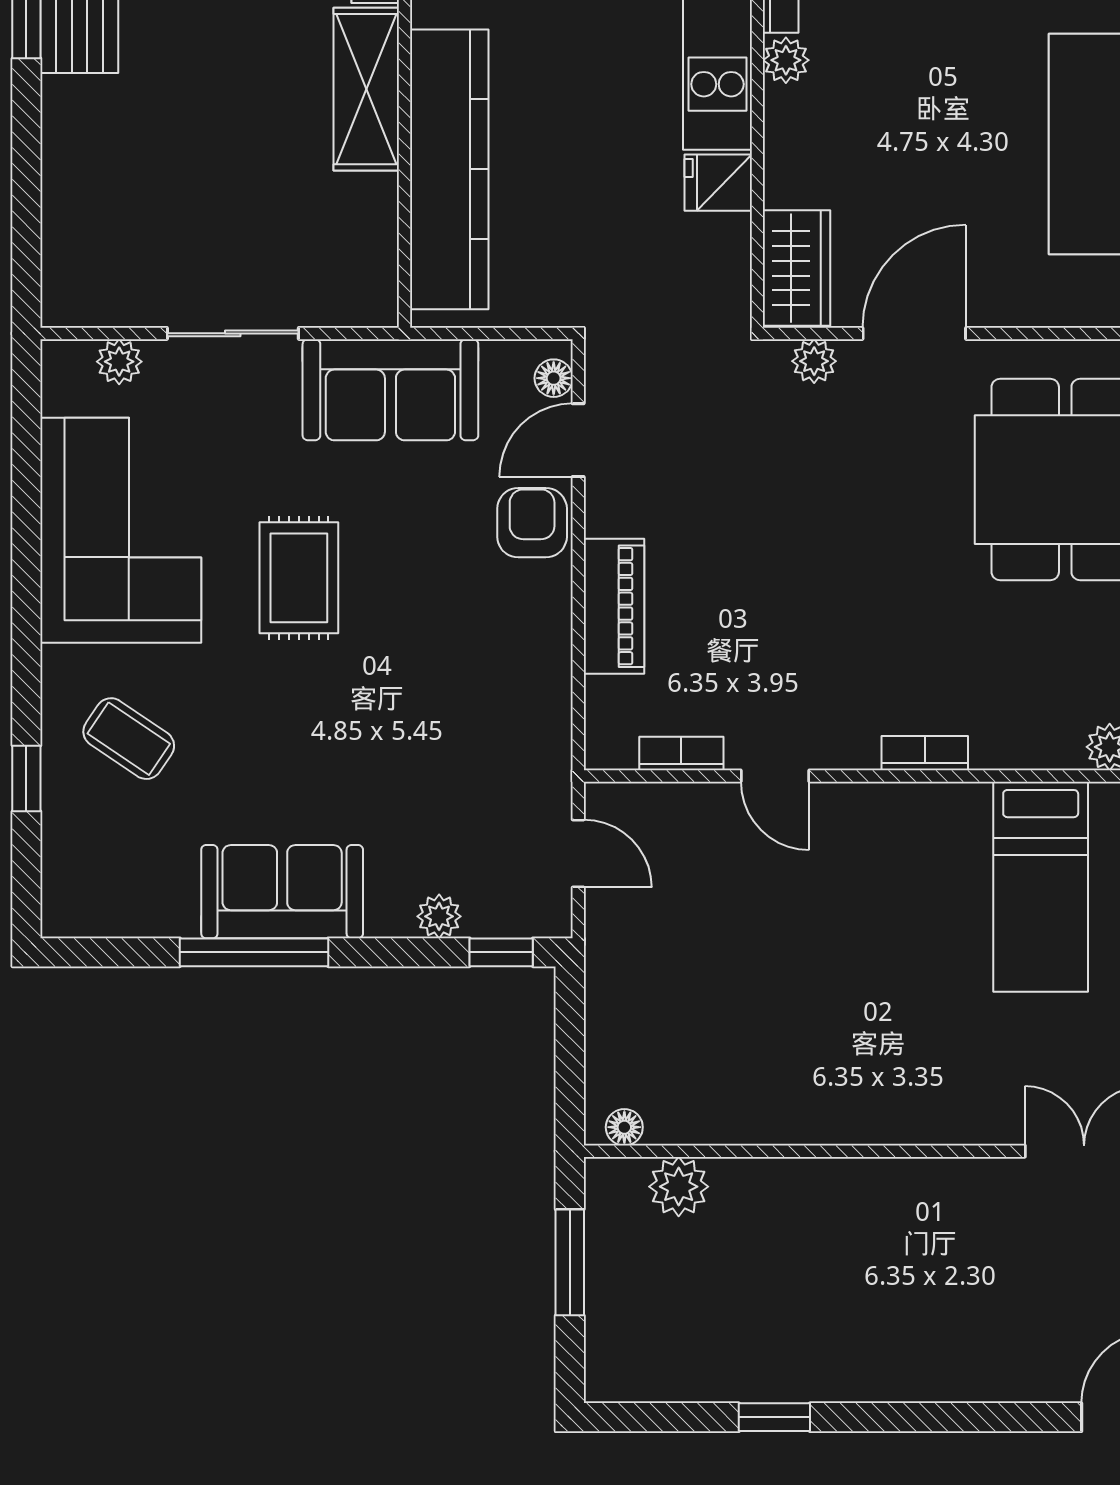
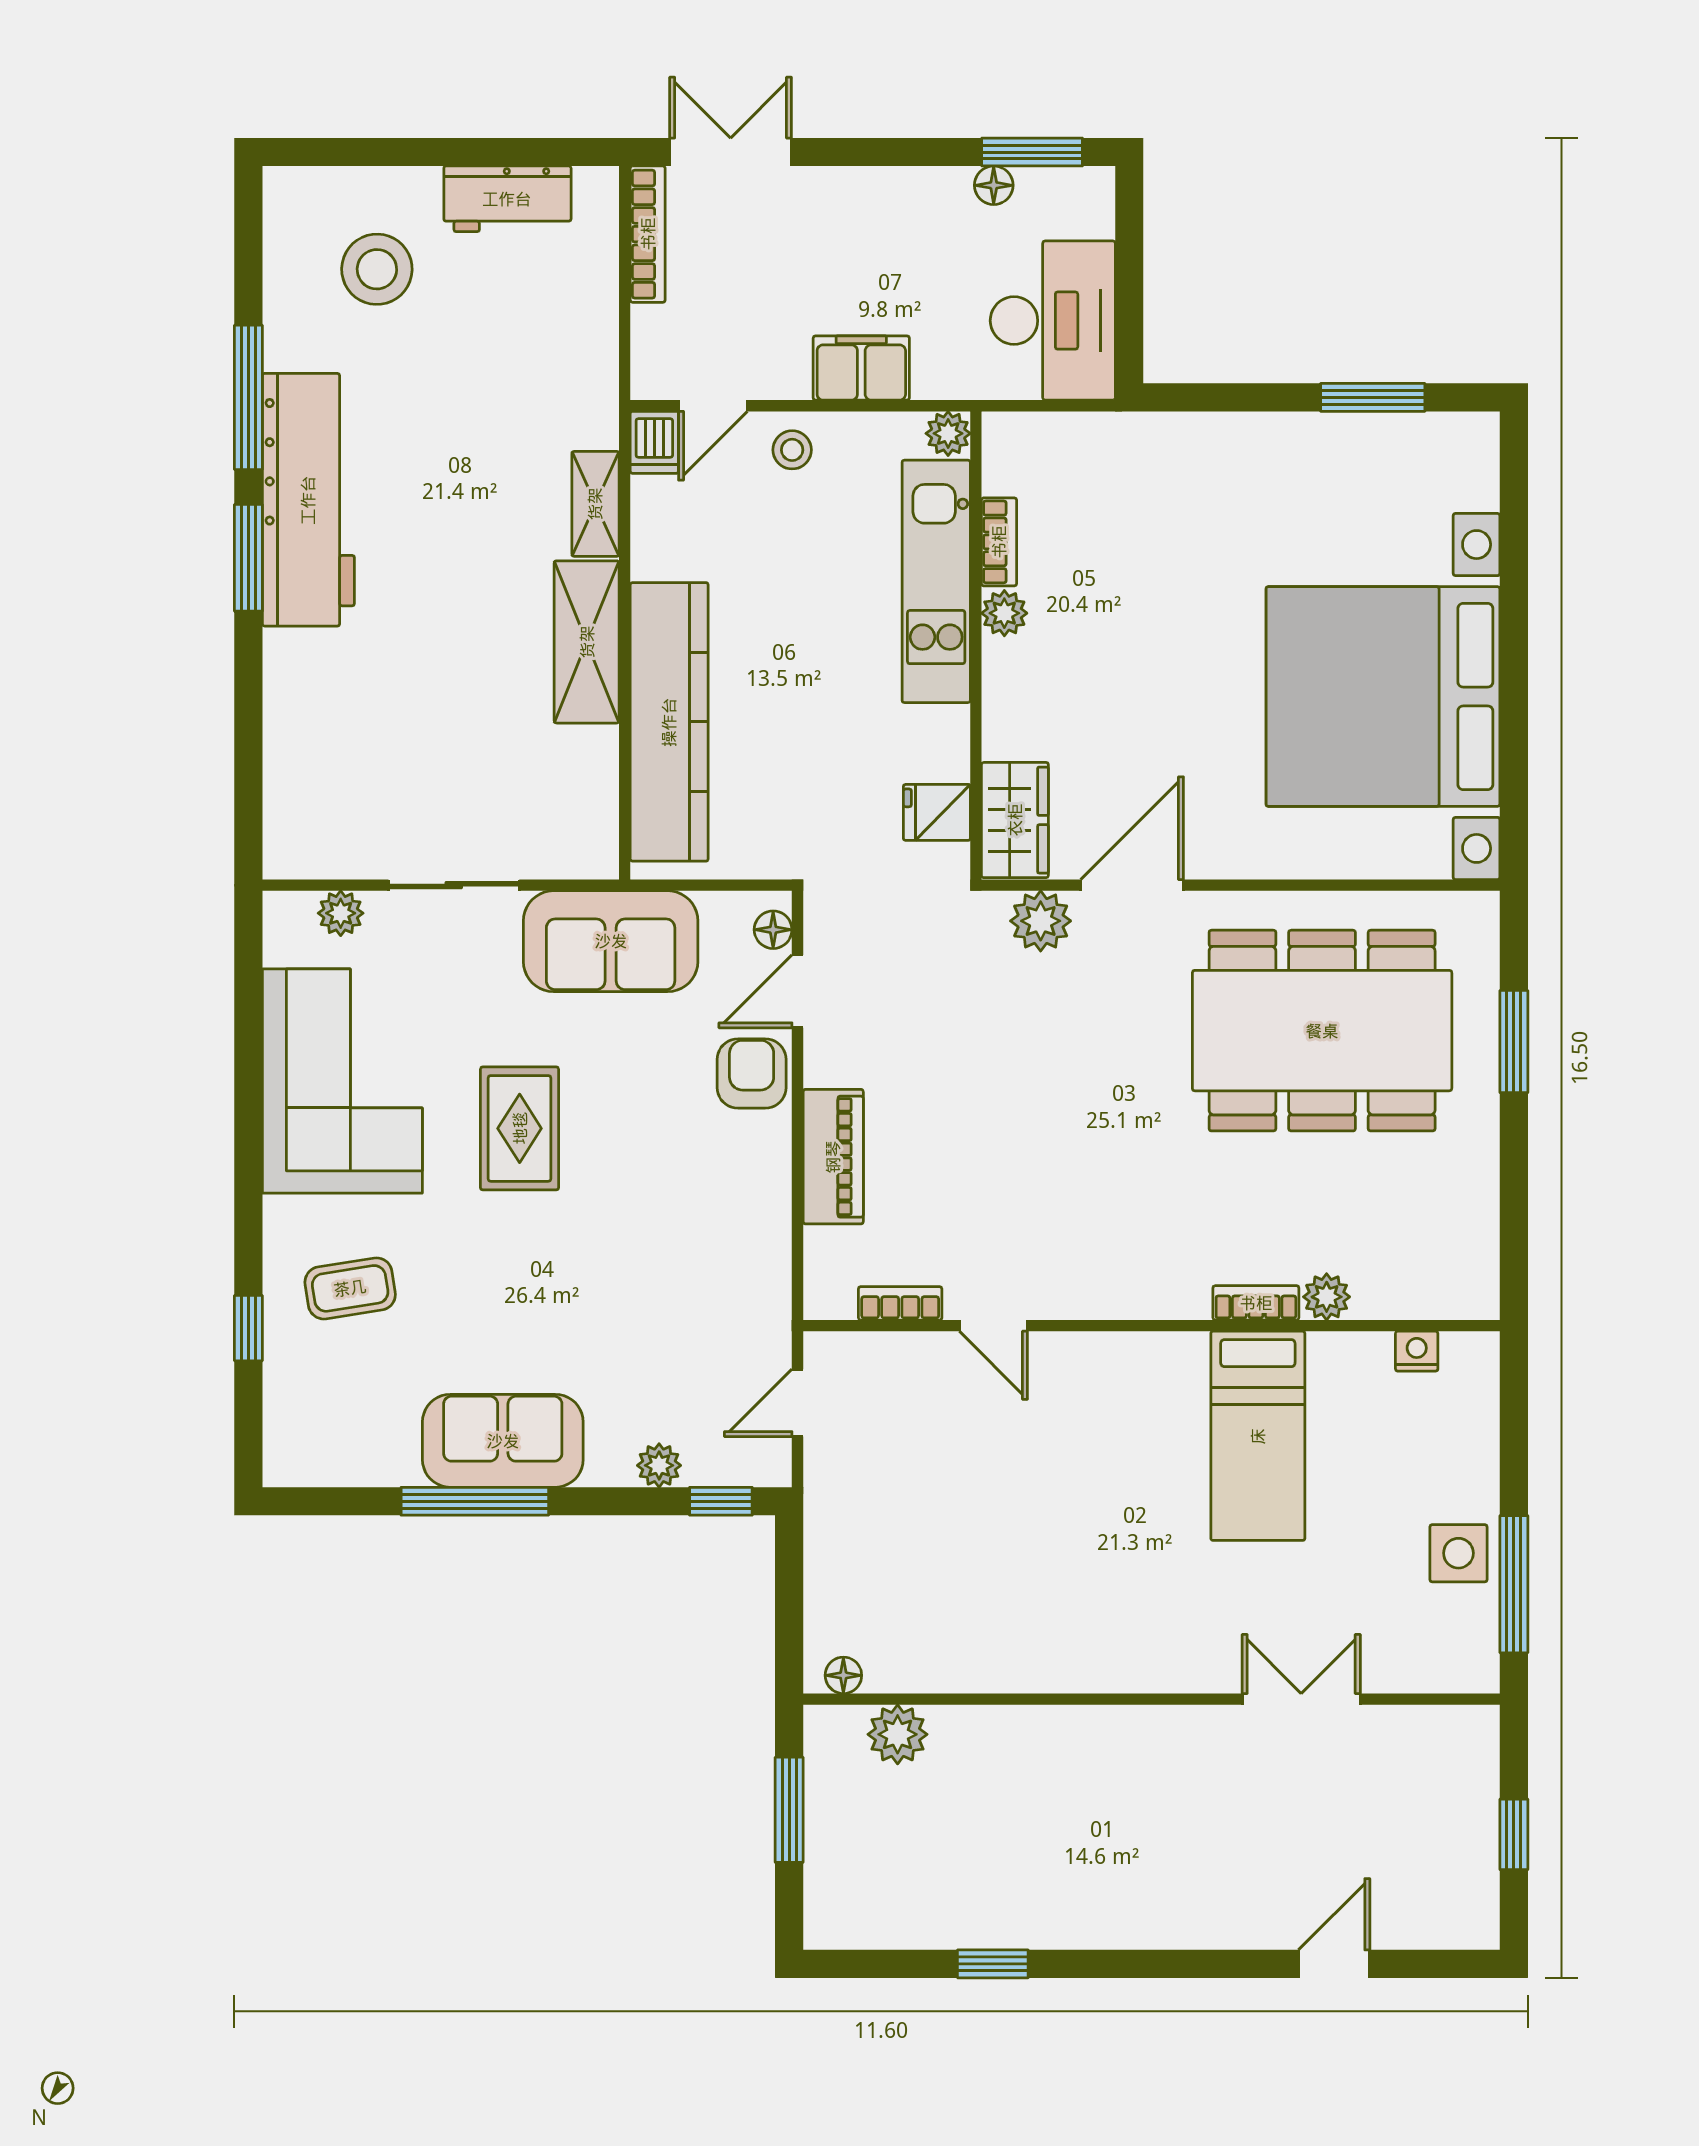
fridge: (718, 183) -> (937, 812), moved
plant: (814, 361) -> (1041, 921), width x1.38, depth x1.38
coffee table: (129, 739) -> (350, 1288), turned -43
bookcase: (925, 753) -> (1256, 1303), moved
door: (578, 853) -> (797, 1403), swing flipped

